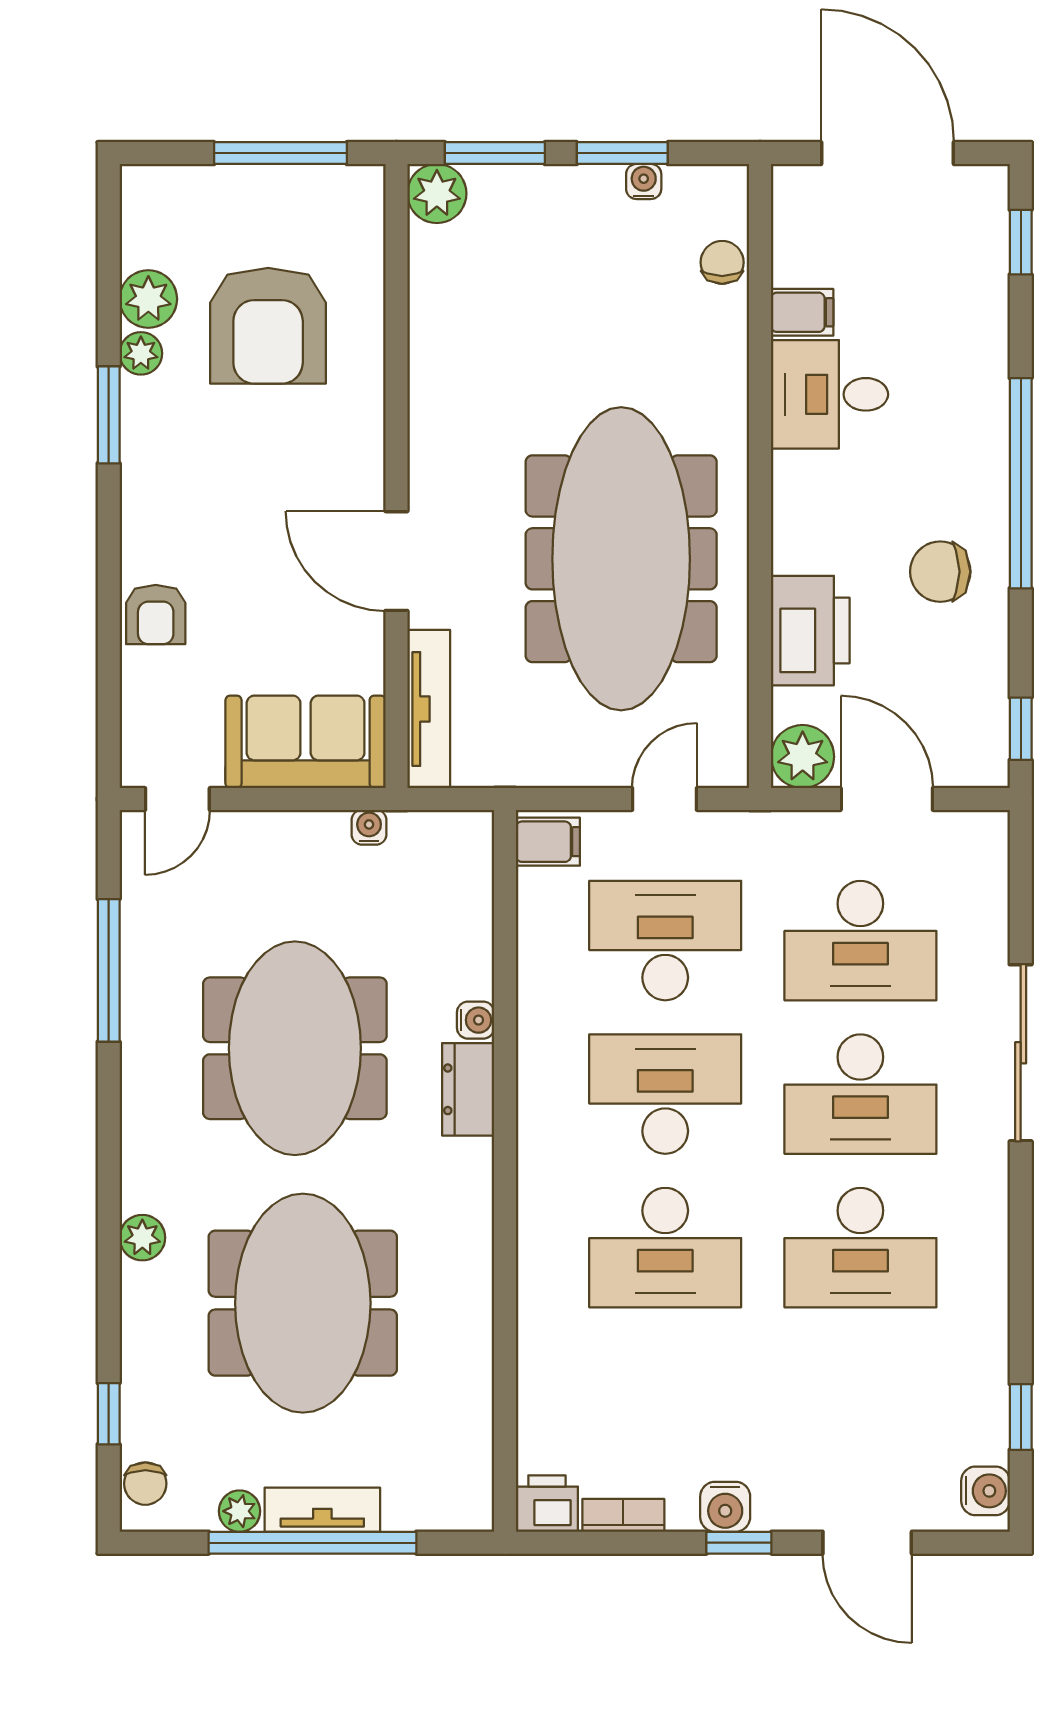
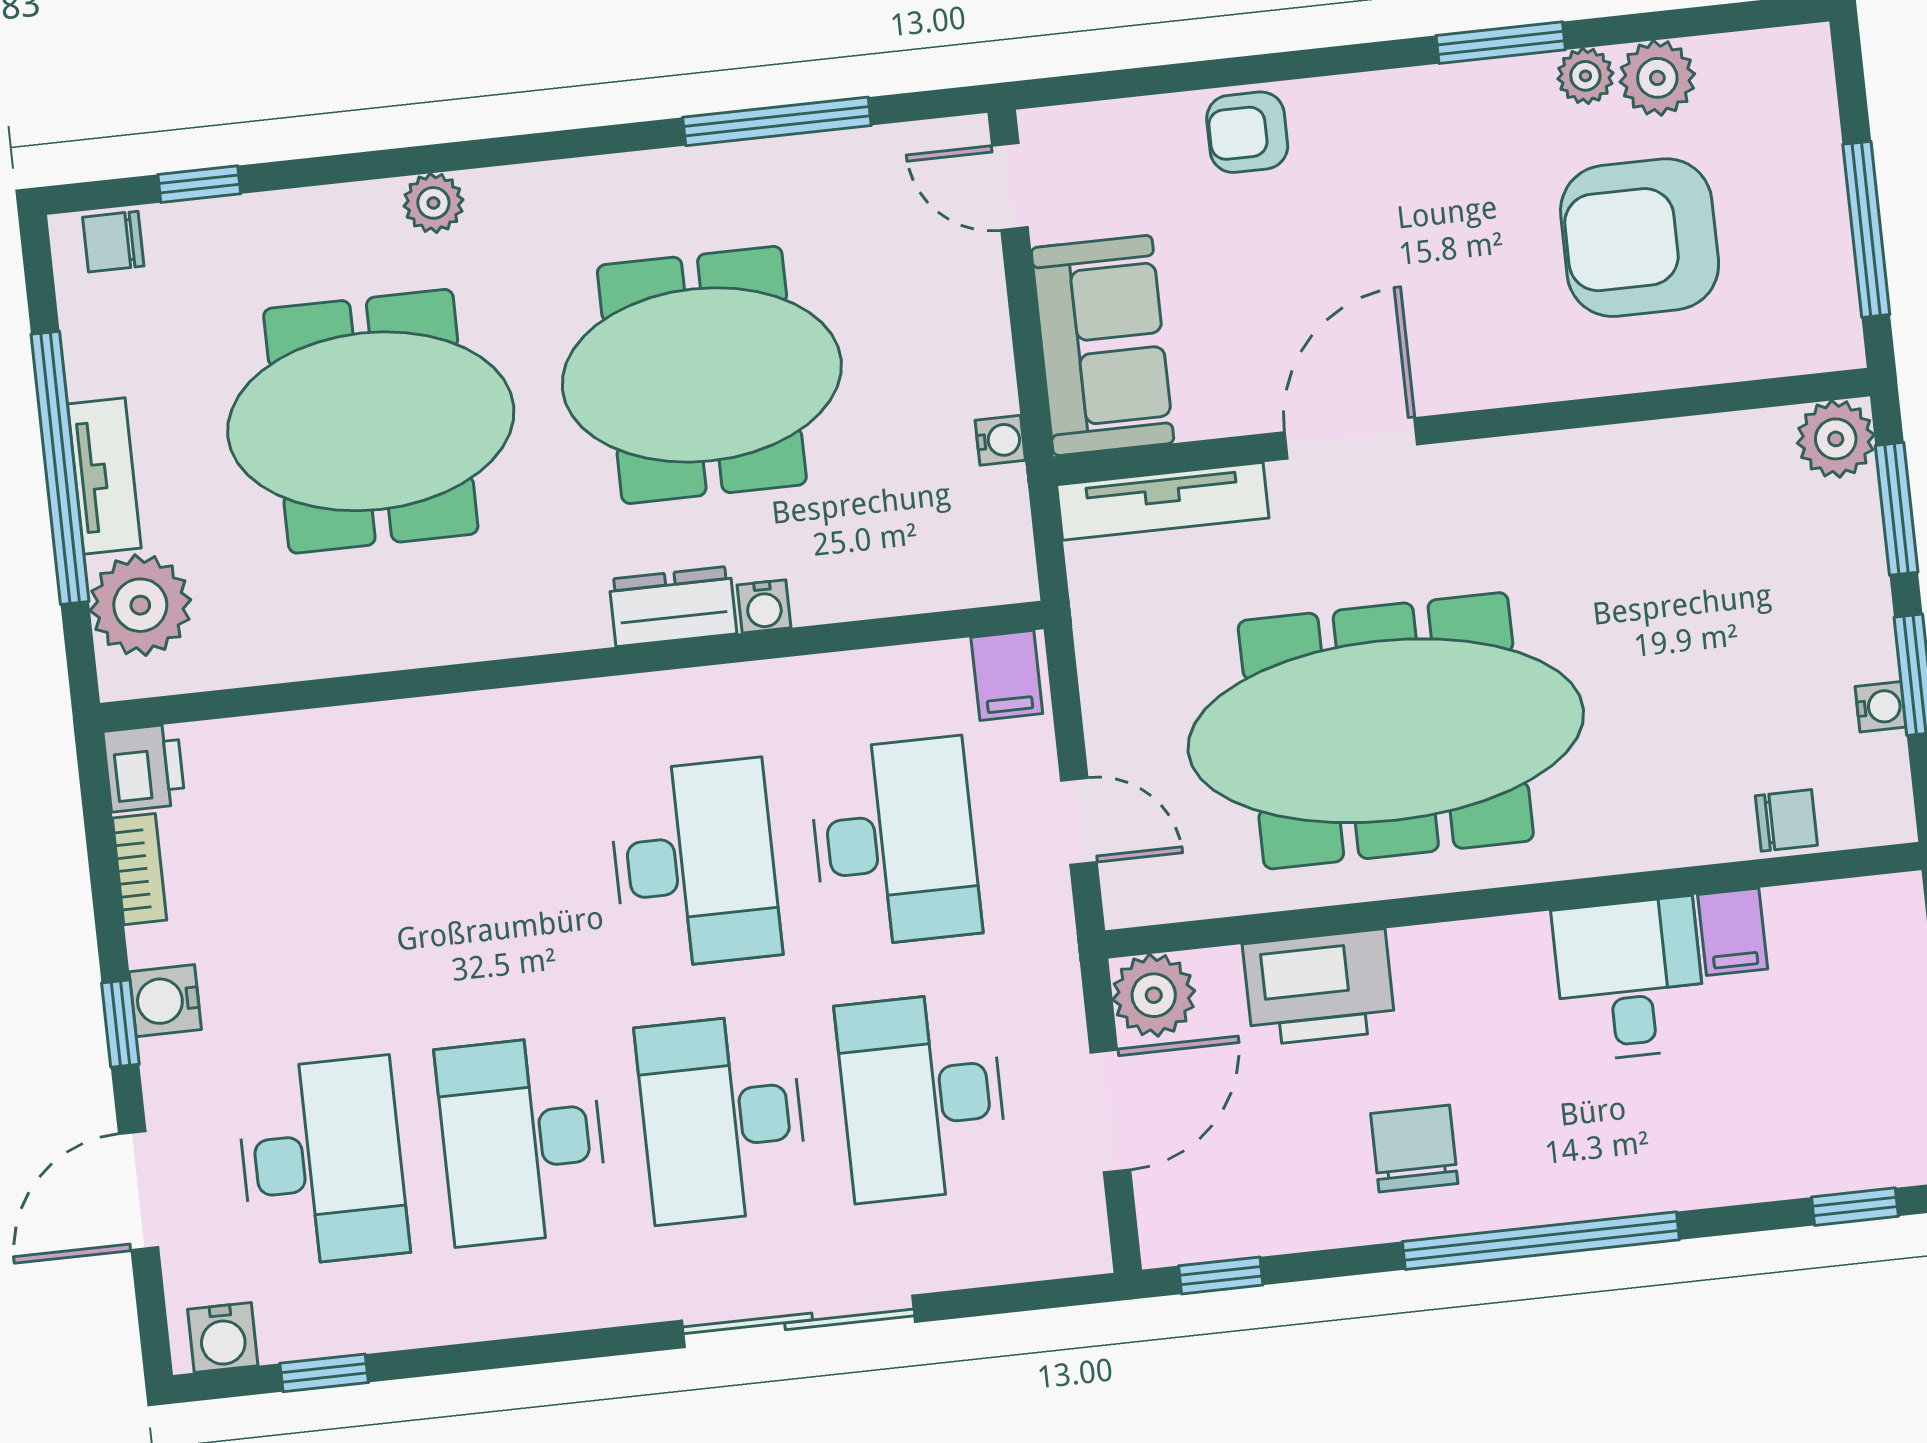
desk: (665, 1248) -> (322, 1162), moved, turned 180
plant: (240, 1511) -> (140, 605), moved, width x1.88, depth x1.88

